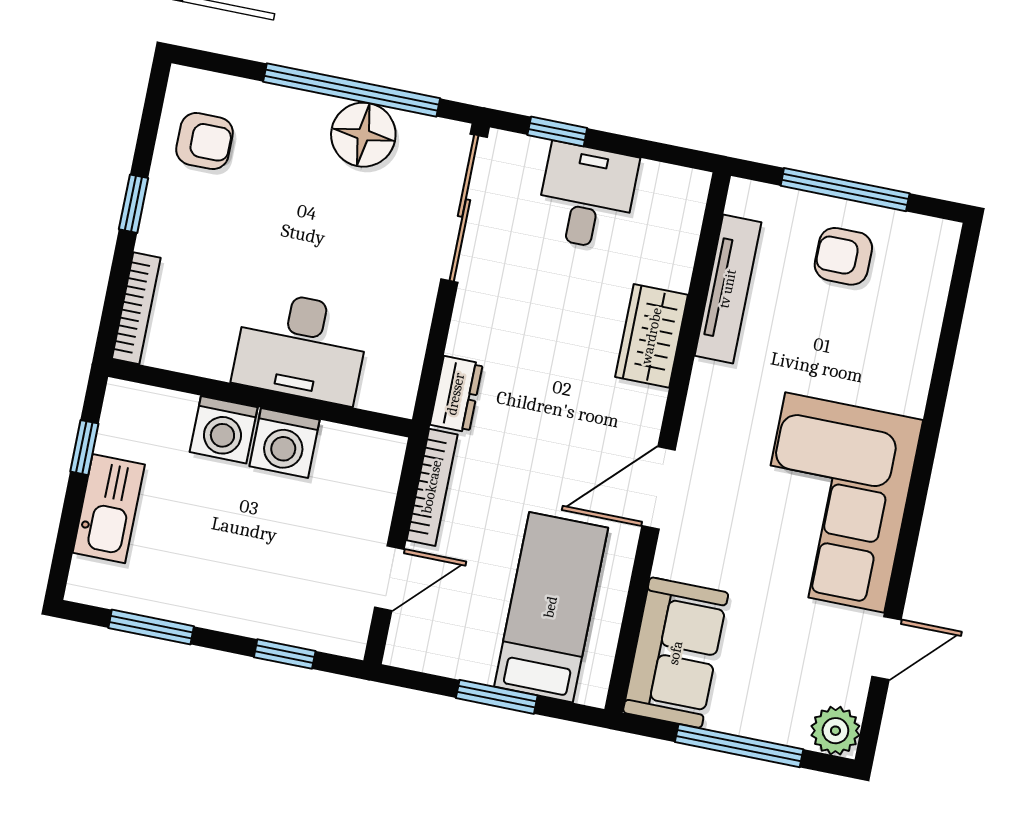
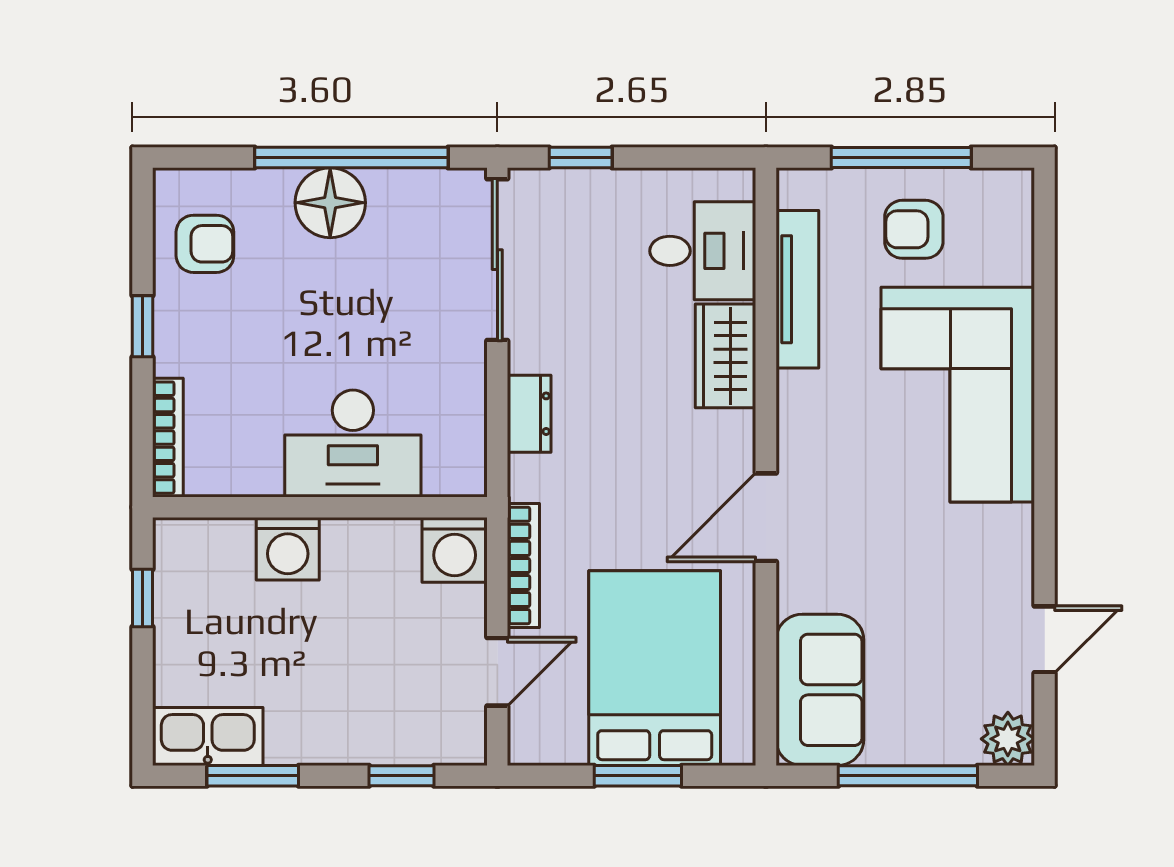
floor lamp: (363, 135) -> (330, 203), moved
desk: (587, 196) -> (703, 251), moved, turned 90
dresser: (456, 394) -> (529, 414), moved
washing machine: (284, 443) -> (455, 550), moved
corner sofa: (835, 503) -> (958, 395), moved
kitchen sink: (109, 509) -> (208, 737), moved, turned -90
bed: (551, 607) -> (655, 668), width x1.50

